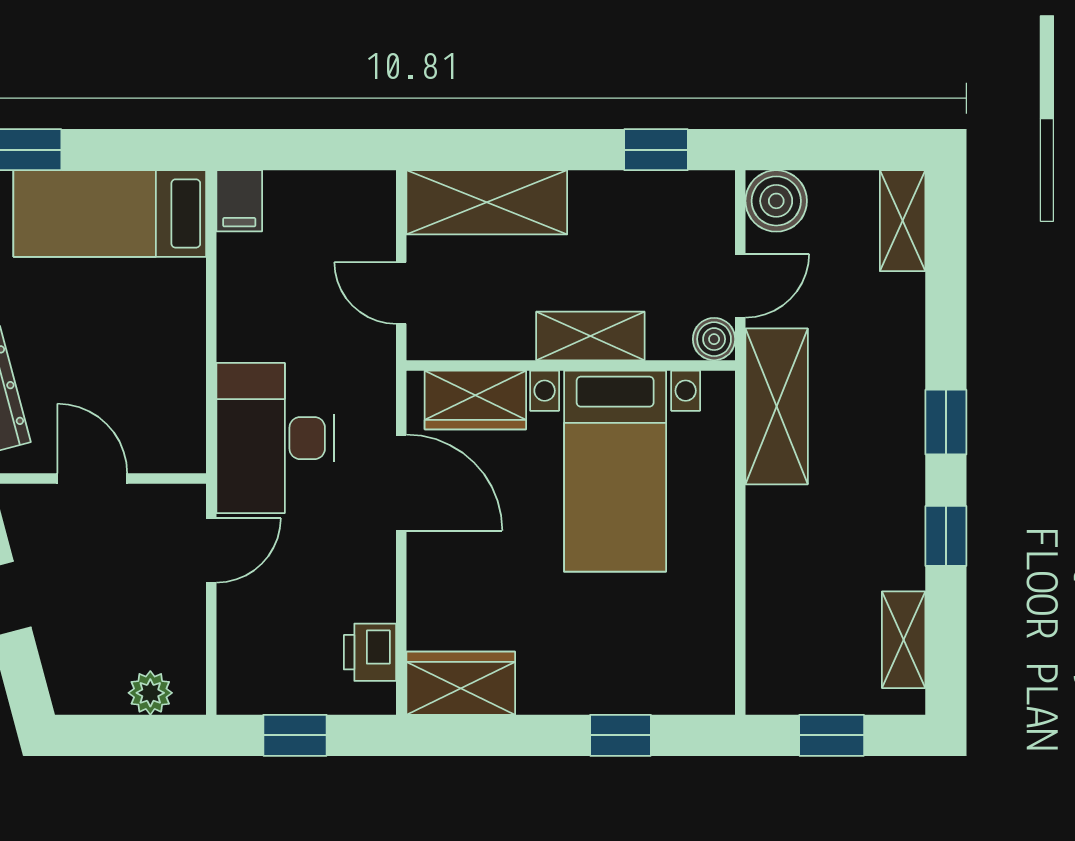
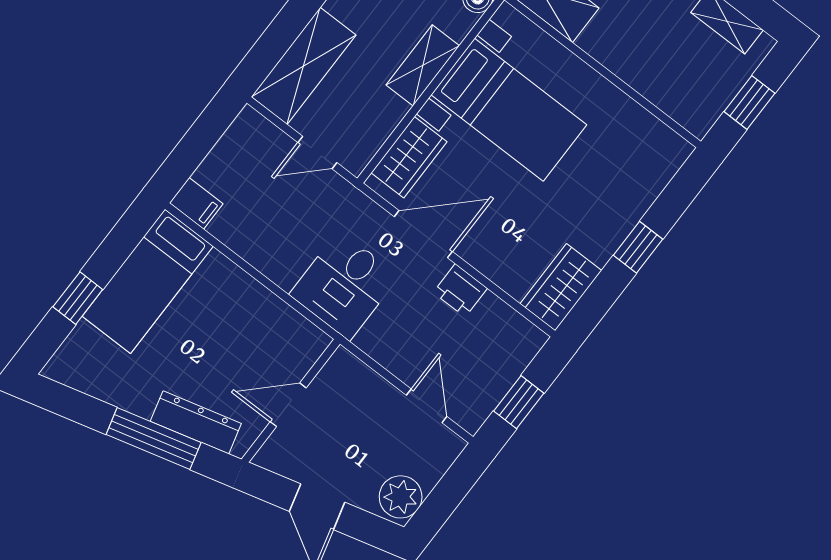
desk: (275, 438) -> (344, 285), width x0.73
door: (211, 550) -> (427, 406), moved
printer: (370, 652) -> (460, 290), moved
plant: (150, 693) -> (401, 497), moved, width x1.38, depth x1.38
window: (620, 735) -> (638, 247), moved

